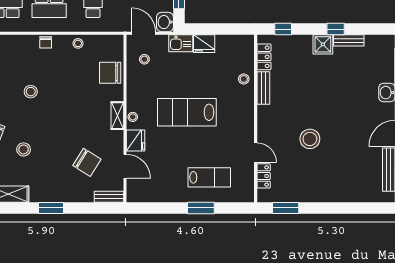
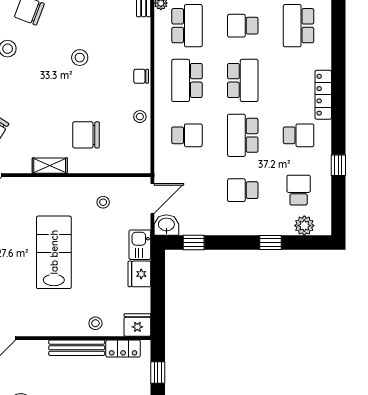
stool: (144, 59) -> (103, 202), moved
chair: (110, 73) -> (86, 135), moved, turned -90
bench: (263, 88) -> (77, 348), width x1.36
stool: (133, 117) -> (48, 185), removed
fridge: (136, 141) -> (137, 325), moved, turned 180

